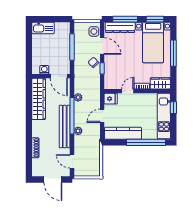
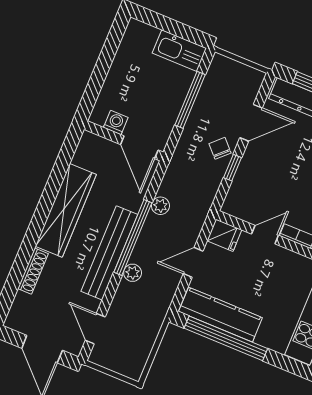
kitchen sink: (43, 28) -> (179, 51), moved
side table: (94, 31) -> (247, 87), removed
door: (102, 46) -> (251, 123), hinge flipped
wardrobe: (39, 99) -> (66, 210), moved
window: (146, 142) -> (226, 338), moved

